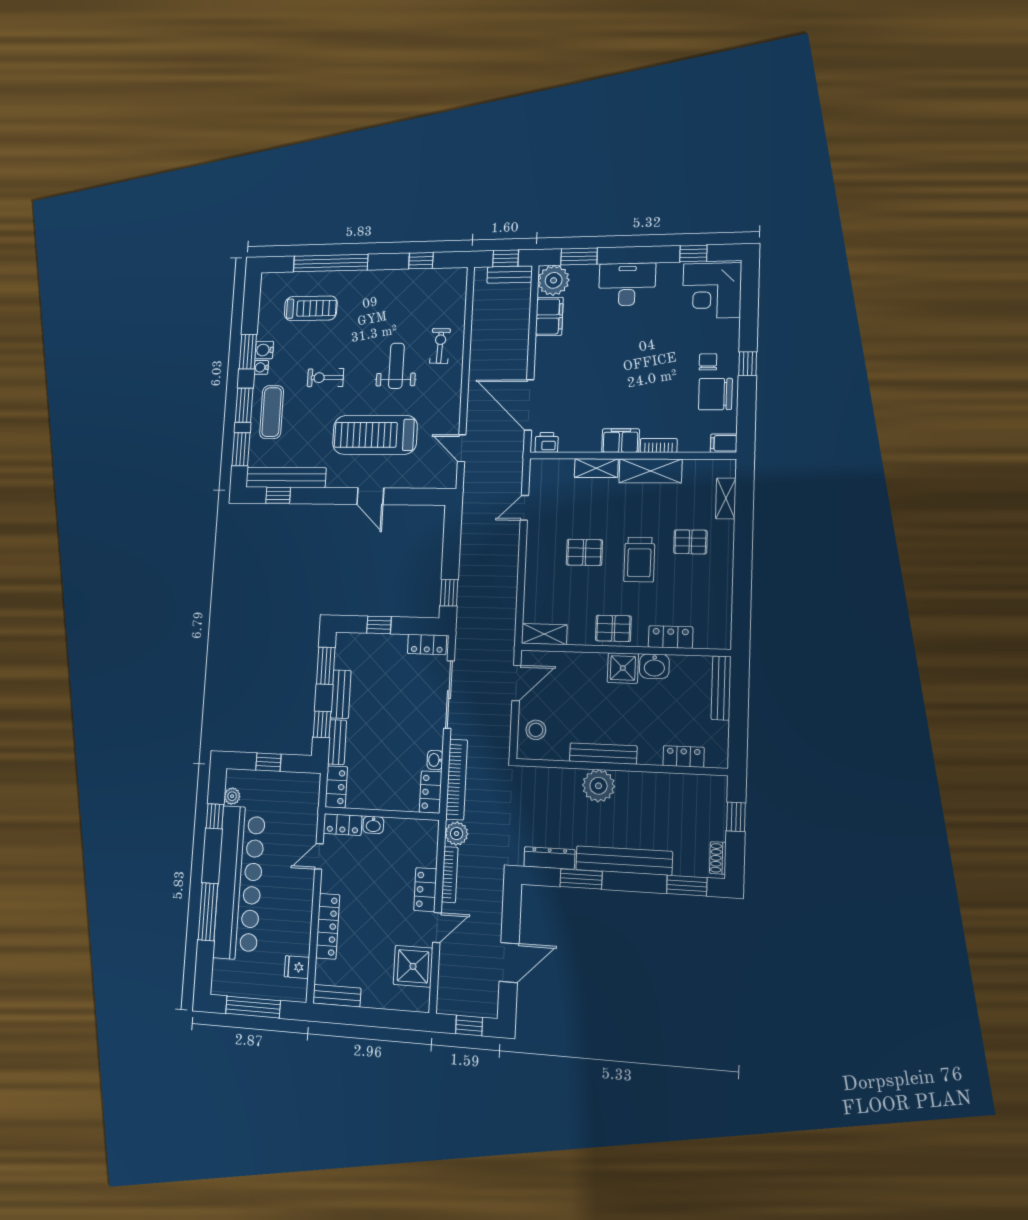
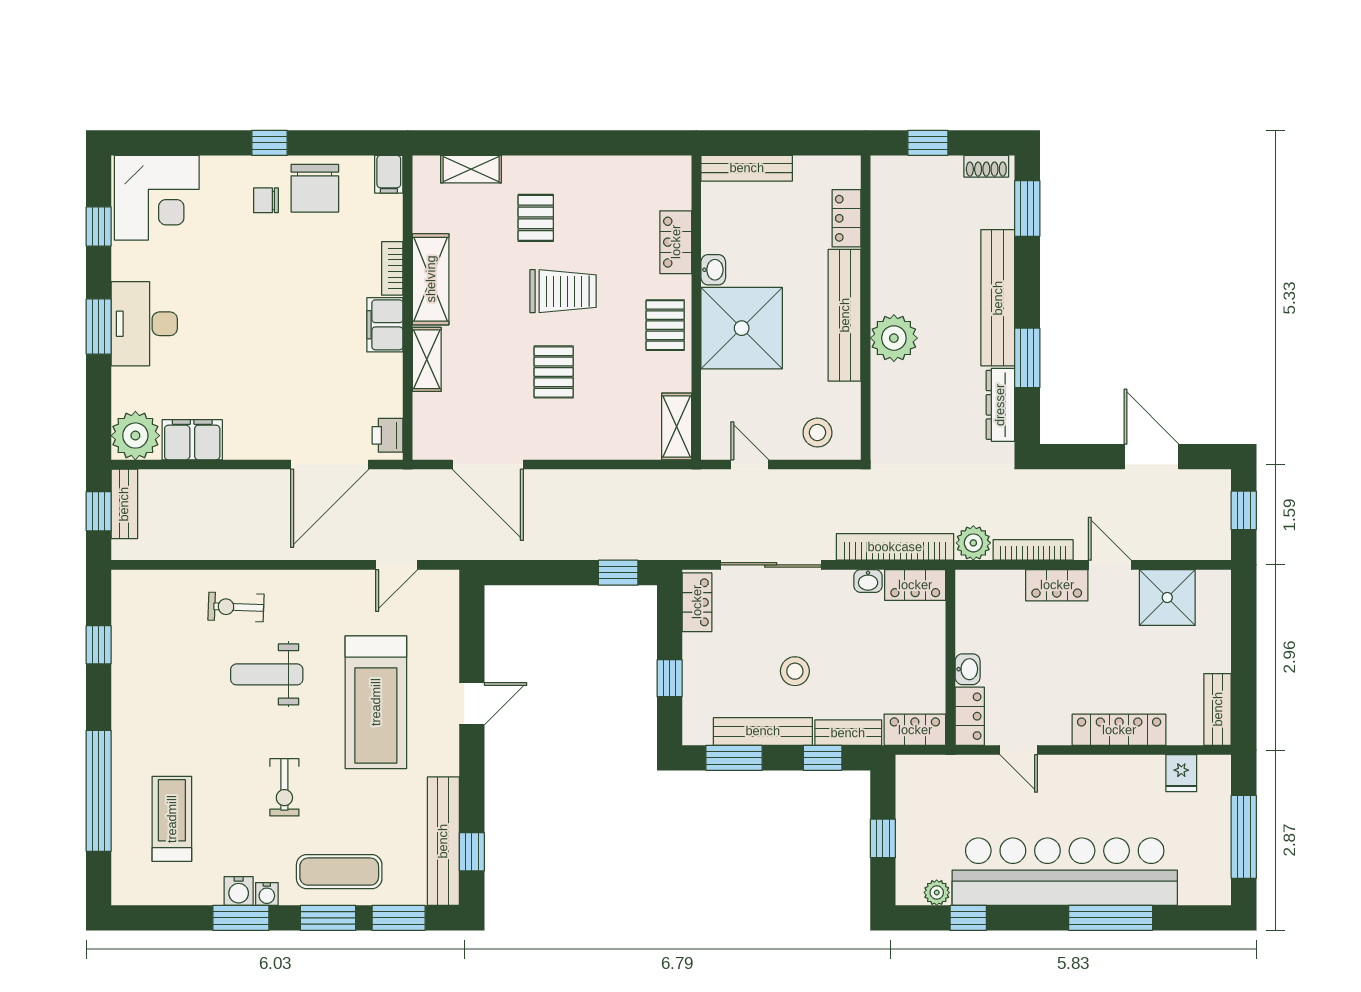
window: (579, 256) -> (99, 326), moved
door: (524, 508) -> (488, 464), width x1.87
washbasin: (654, 666) -> (713, 270), width x0.72, depth x0.69
shower: (623, 668) -> (742, 328), width x1.86, depth x1.86
door: (516, 683) -> (750, 464), width x0.73
bench: (341, 694) -> (763, 731), width x1.36
stool: (379, 708) -> (795, 671), added
bench: (603, 754) -> (845, 315), width x1.37, depth x1.21

